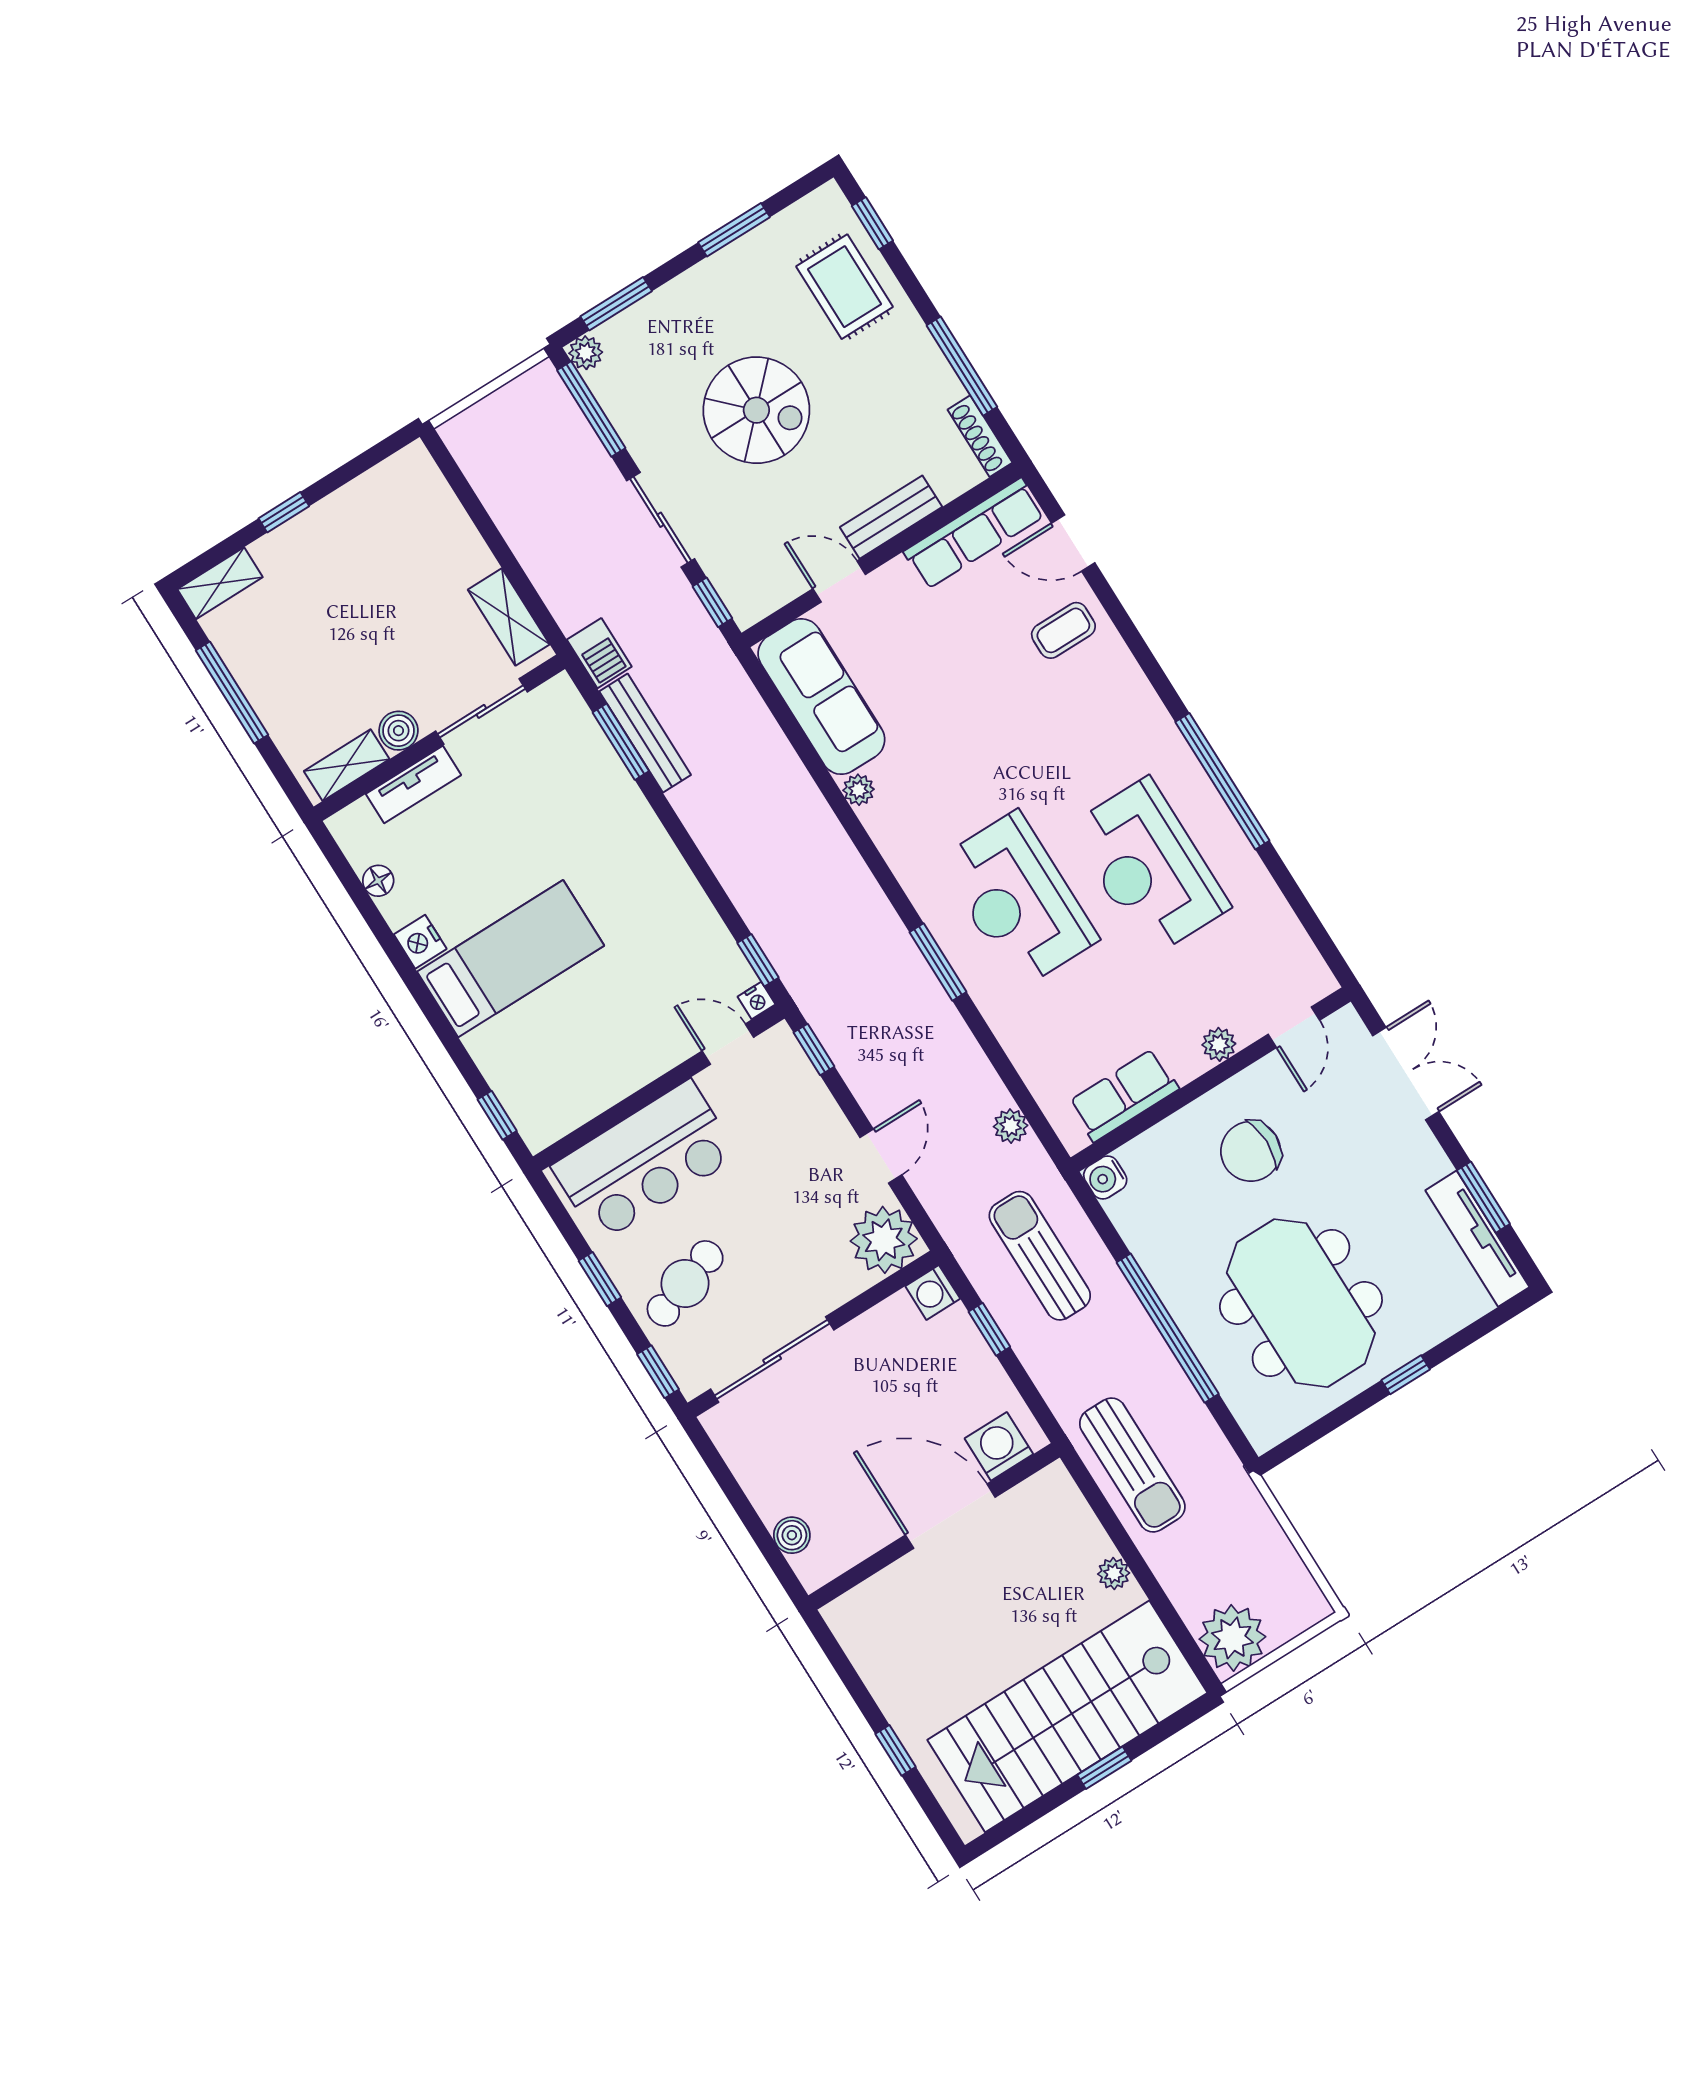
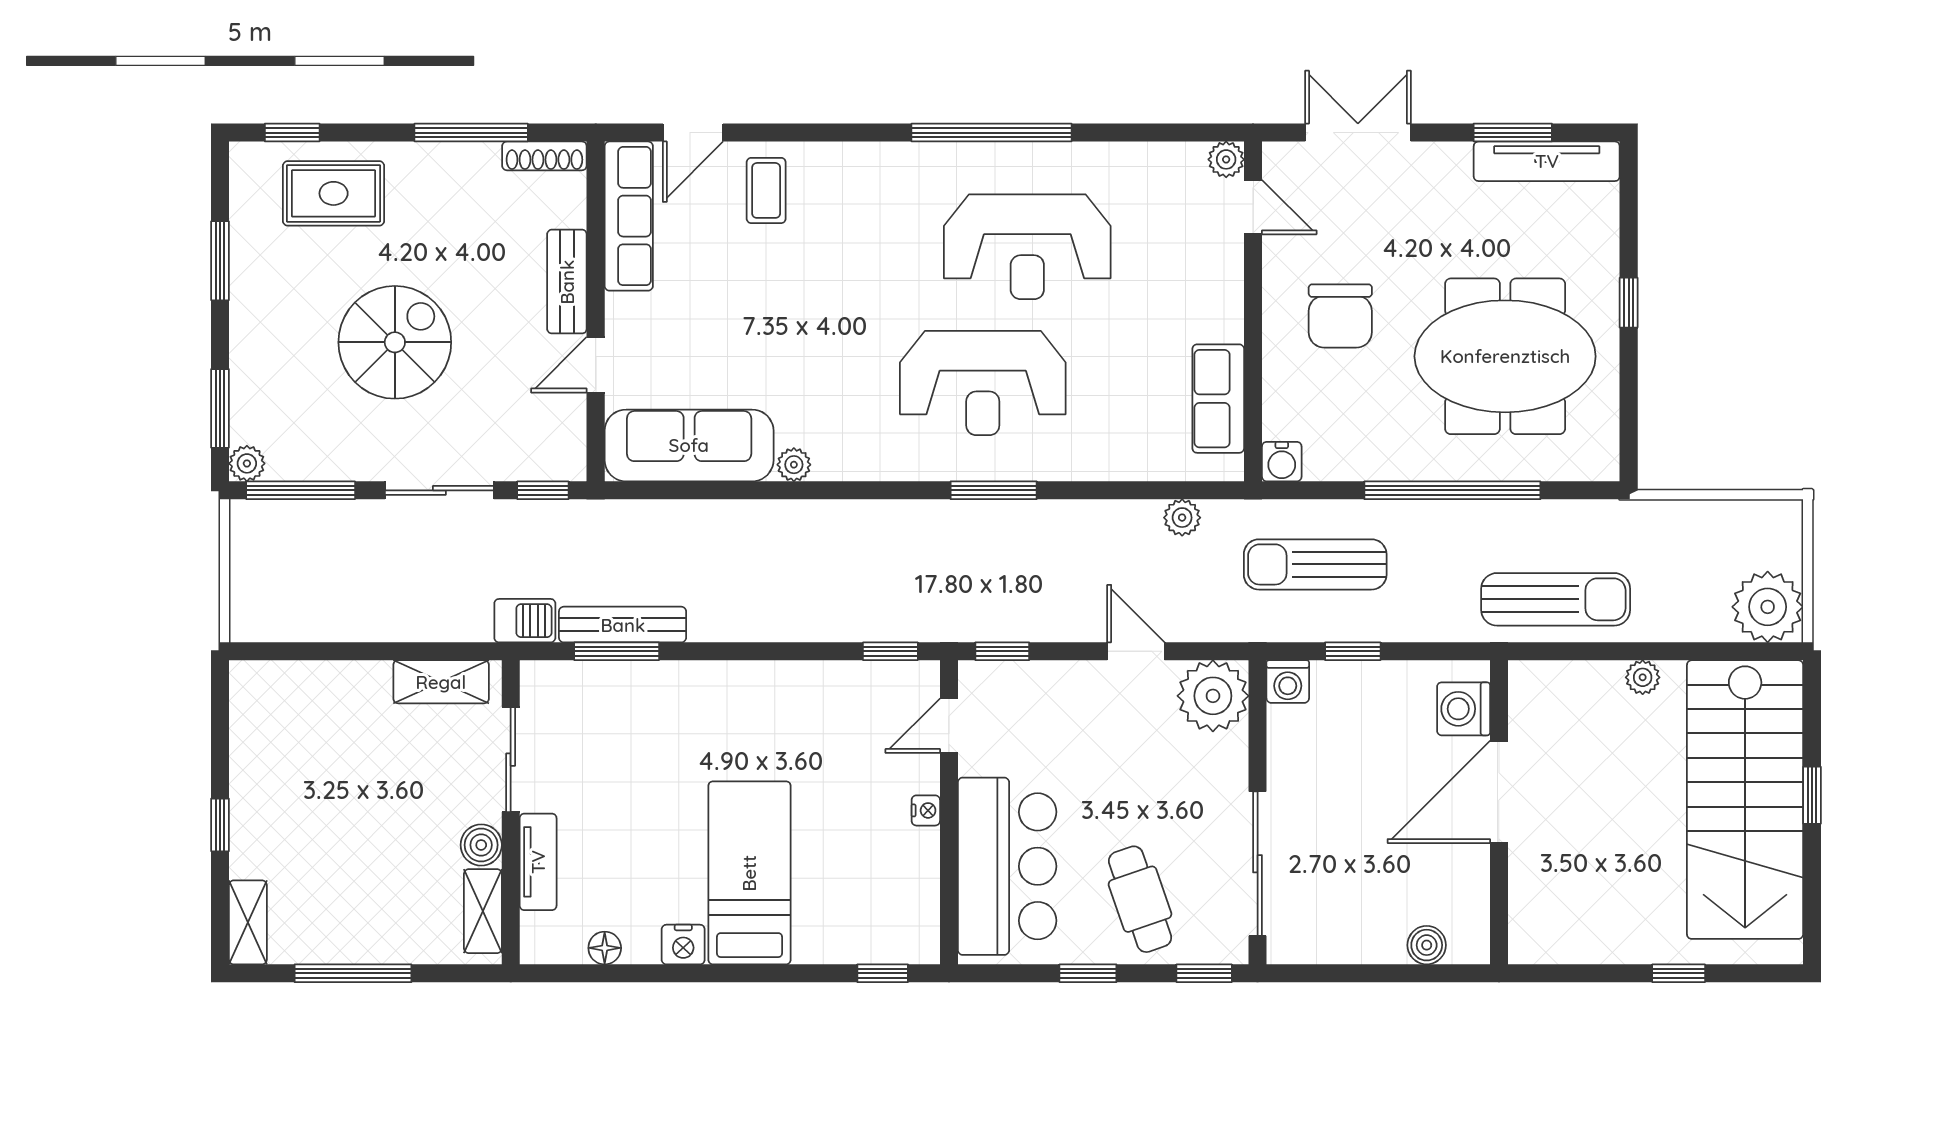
nightstand: (756, 1000) -> (926, 810), moved
plant: (1219, 1044) -> (1226, 159), moved

